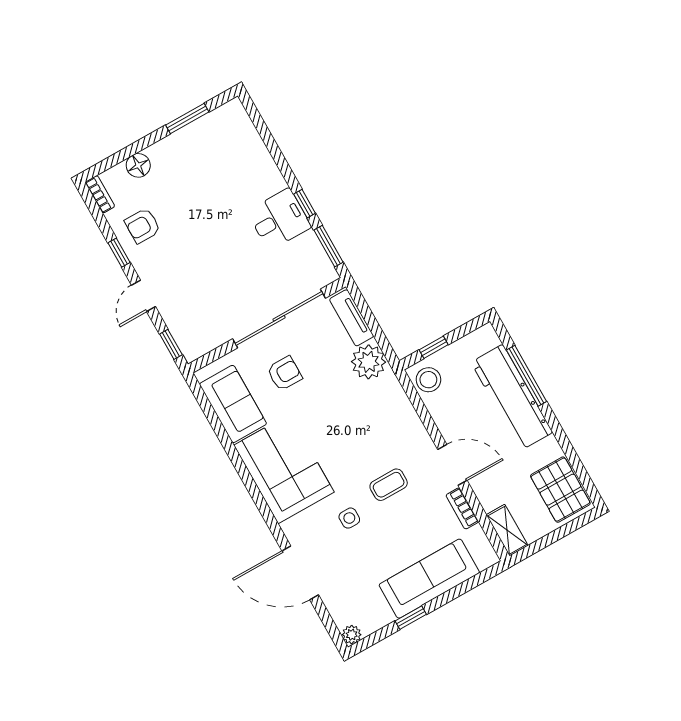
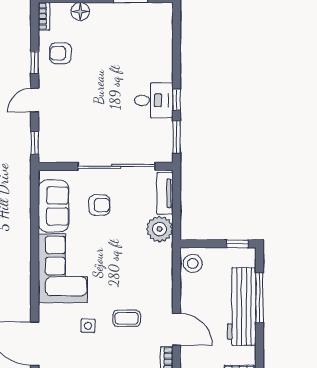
window: (434, 347) -> (237, 244), moved

